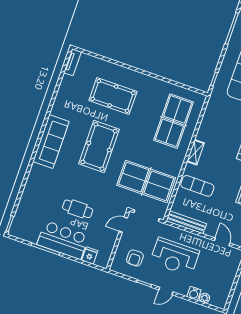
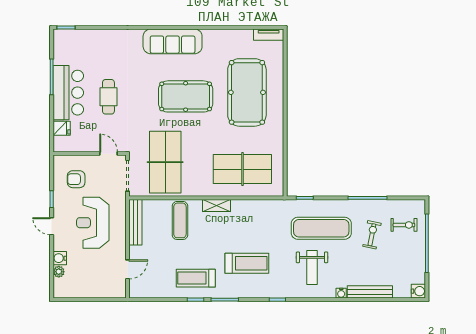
pool table: (113, 96) -> (247, 92), width x1.36, depth x1.32

